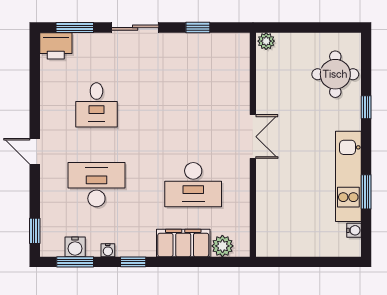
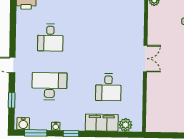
desk: (193, 185) -> (108, 87), width x0.73
window: (35, 231) -> (12, 100), moved
water cooler: (75, 247) -> (23, 124), moved

